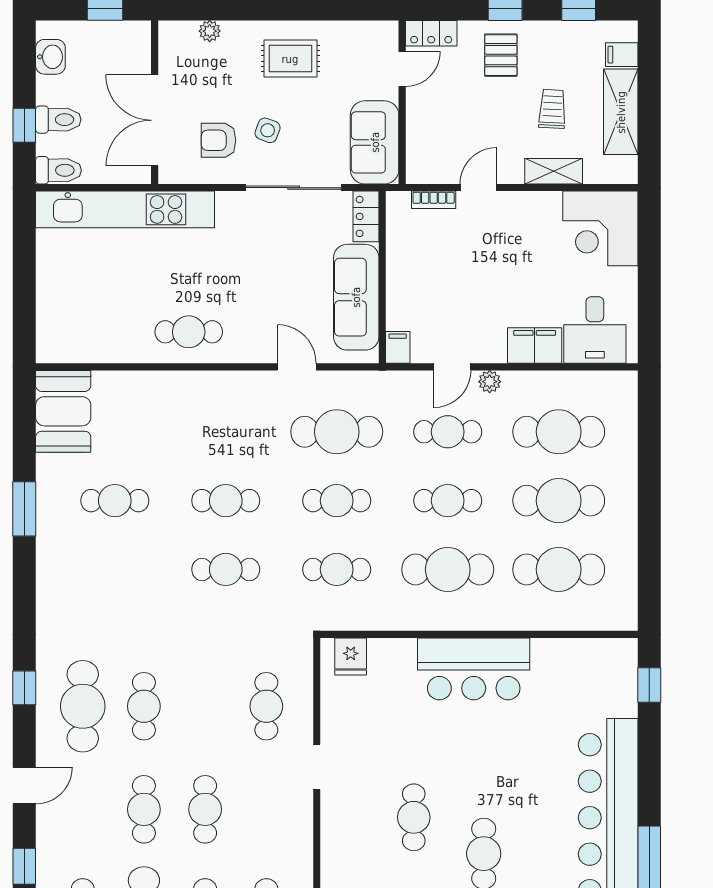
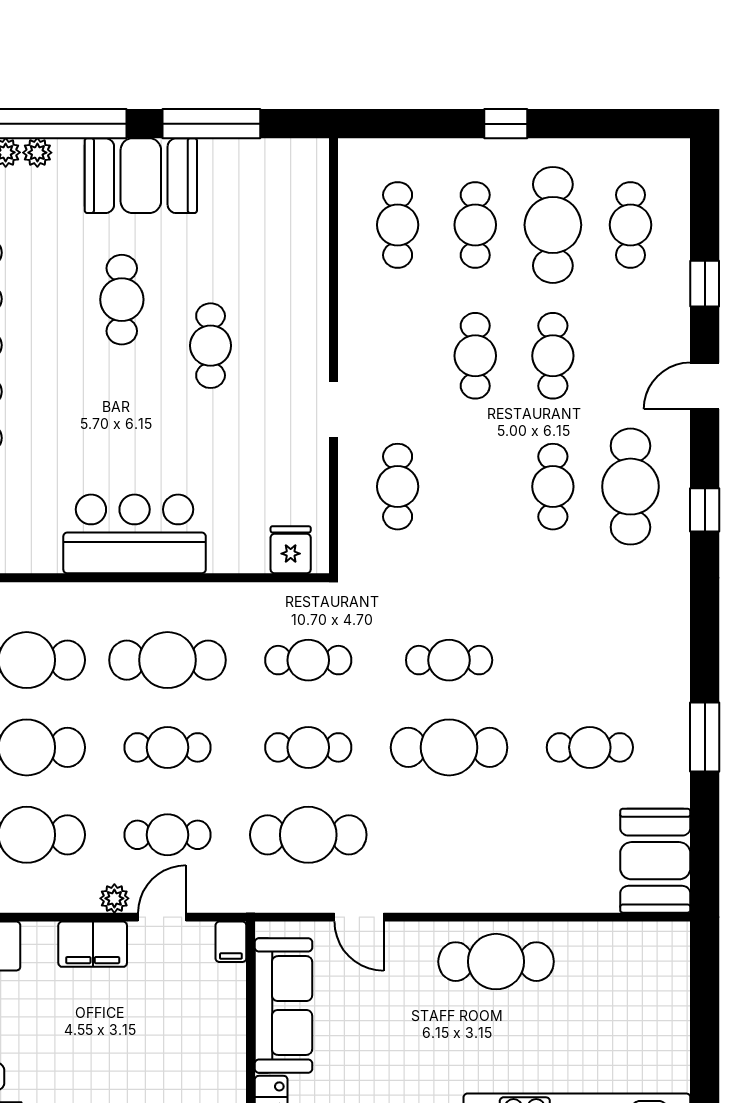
cafe table: (189, 332) -> (496, 962), width x1.37, depth x1.35
filing cabinet: (535, 345) -> (93, 944), moved
cafe table: (226, 501) -> (449, 747), width x1.37, depth x1.35

